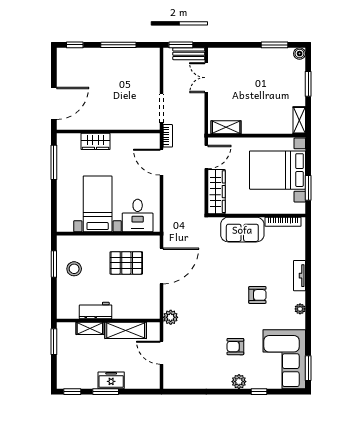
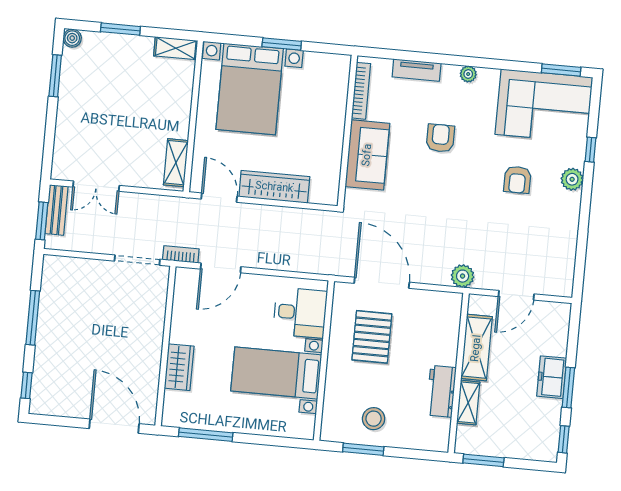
wall: (257, 215) -> (347, 131), moved
bookcase: (283, 222) -> (361, 91), moved
sofa: (242, 230) -> (367, 155), moved

